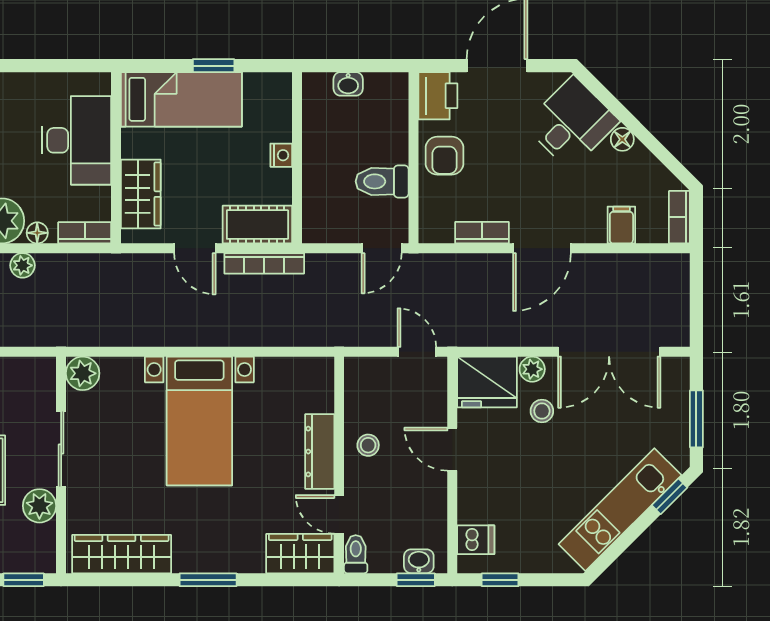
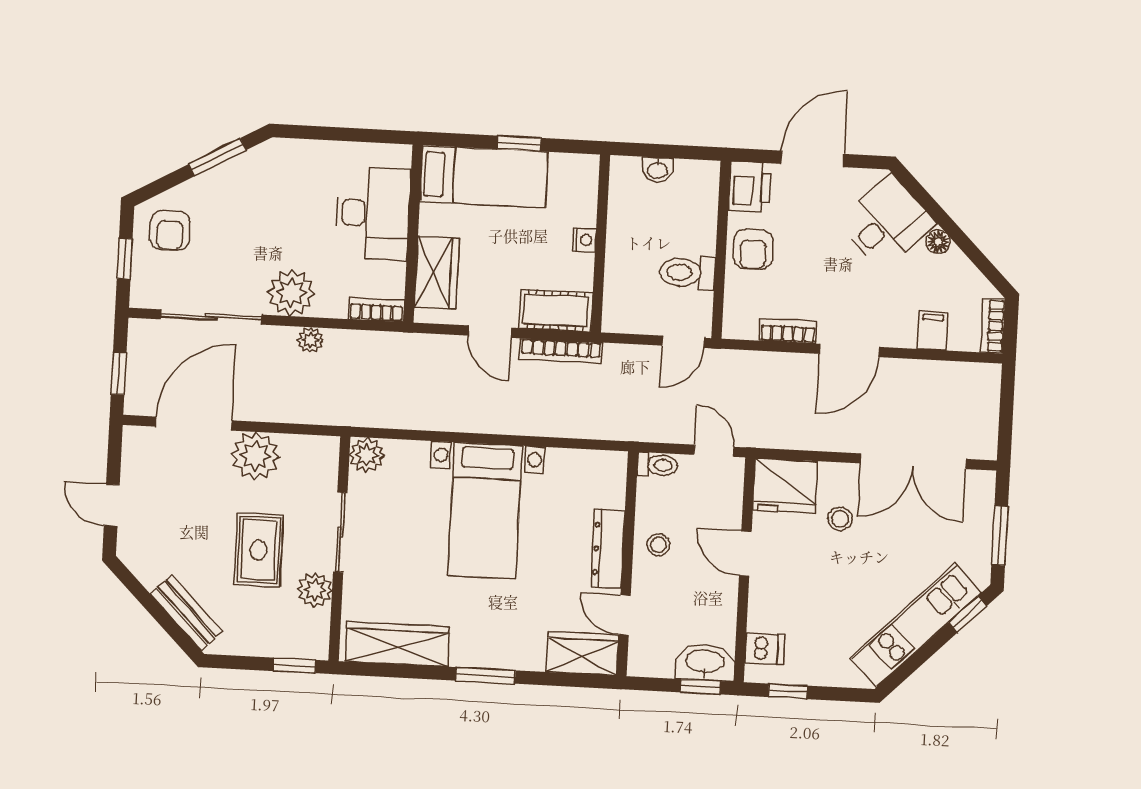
floor lamp: (37, 233) -> (327, 307), removed
plant: (532, 369) -> (832, 475), removed
toilet: (356, 554) -> (657, 465), moved, turned 90
washbasin: (419, 561) -> (705, 662), width x1.91, depth x1.45

